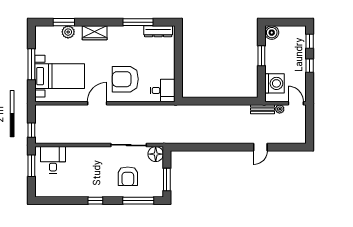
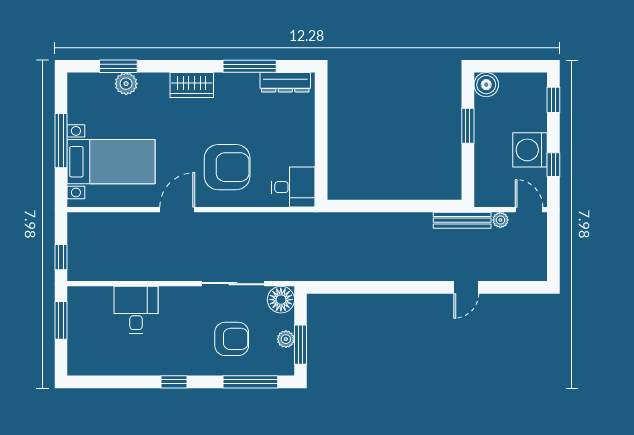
wardrobe: (95, 33) -> (192, 85), moved
window: (310, 66) -> (553, 165), moved
armchair: (125, 79) -> (227, 167), turned 180
washing machine: (274, 83) -> (530, 150), moved, turned 180
bench: (262, 109) -> (462, 220), width x1.36
desk: (53, 160) -> (136, 310), moved
armchair: (128, 176) -> (232, 339), turned -90
plant: (158, 176) -> (286, 339), added

